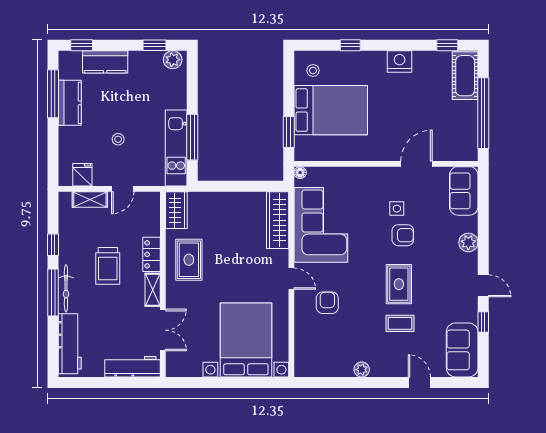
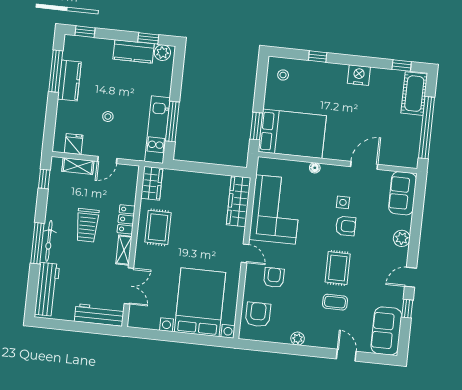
kitchen counter: (105, 62) -> (134, 51), moved
bed: (331, 110) -> (292, 134), moved
floor lamp: (300, 173) -> (315, 168), moved
window: (53, 245) -> (44, 179), moved
door: (483, 286) -> (411, 277), swing flipped
armchair: (314, 347) -> (258, 315), added

